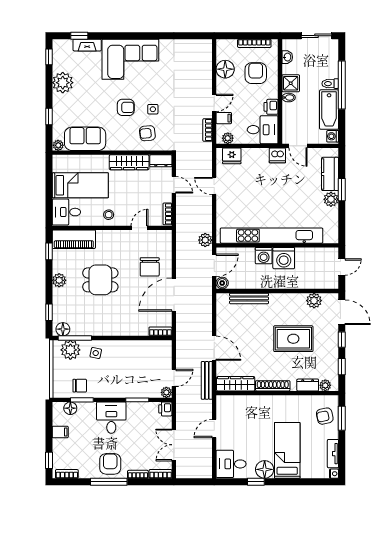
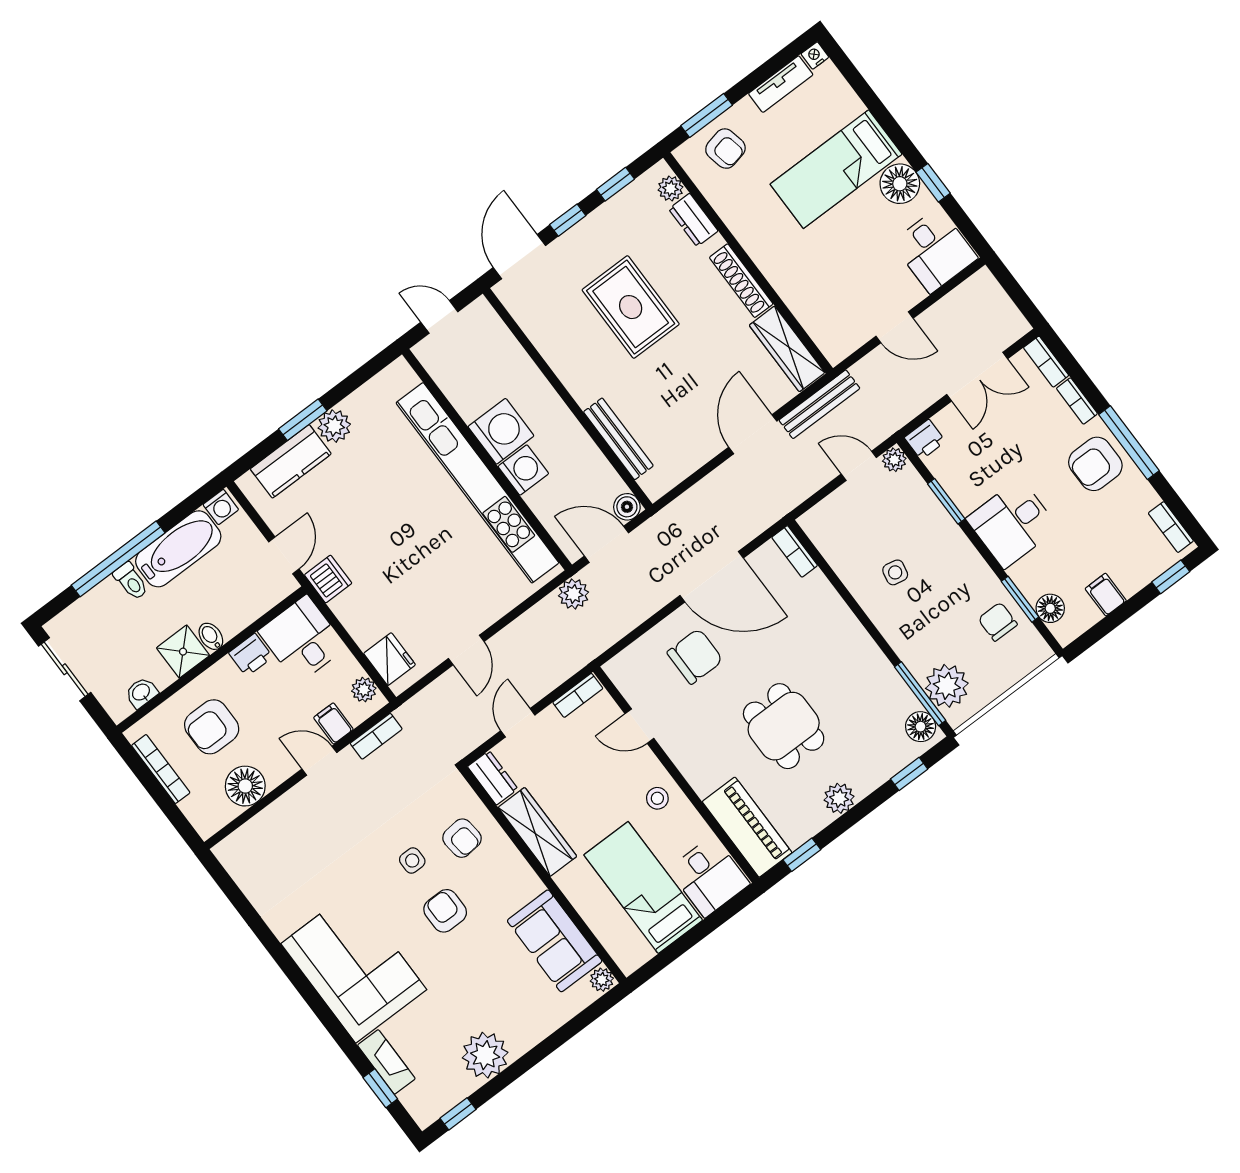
window: (49, 117) -> (564, 1034), removed
plant: (314, 301) -> (536, 321), removed
side table: (96, 353) -> (895, 572), moved

